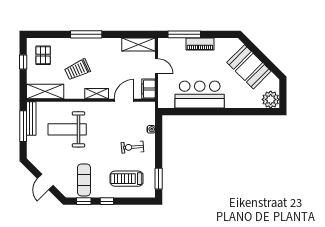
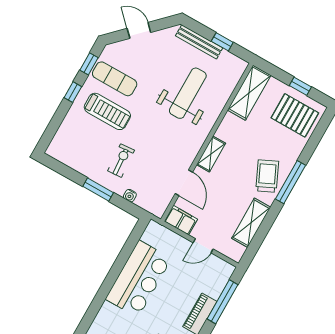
shelving: (138, 44) -> (251, 223), moved
pallet: (43, 55) -> (295, 115), width x1.50, depth x1.42
trolley: (77, 70) -> (267, 176), moved
bench: (31, 119) -> (199, 42), moved
window: (23, 126) -> (222, 42), width x0.46
treadmill: (127, 179) -> (107, 111), moved, turned 90
window: (159, 179) -> (98, 190), moved

